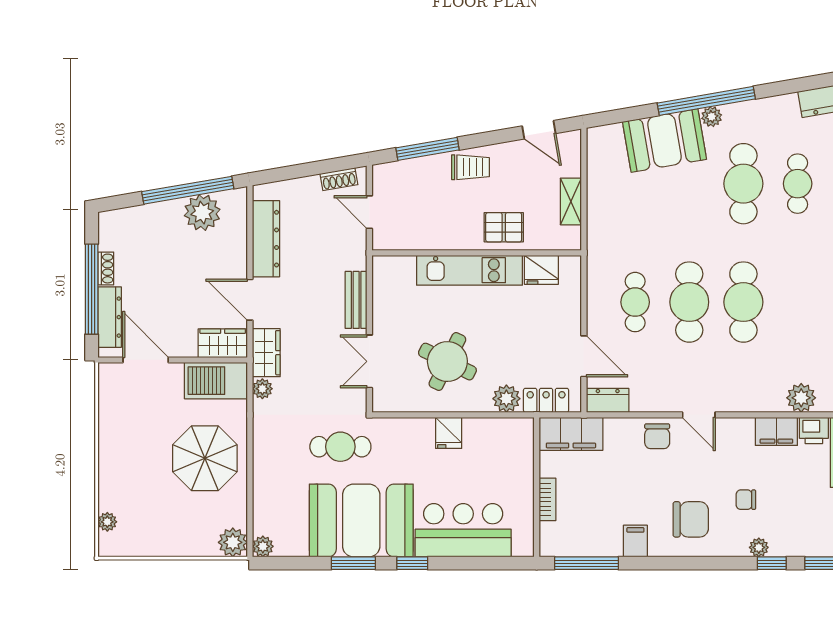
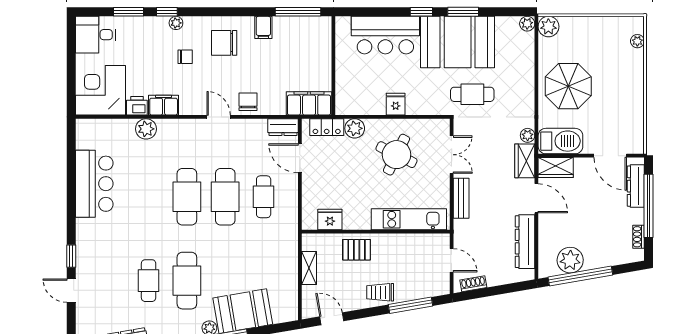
shoe rack: (106, 269) -> (638, 237), moved
kitchen unit: (469, 270) -> (409, 219), moved
bookcase: (547, 499) -> (326, 57), removed

